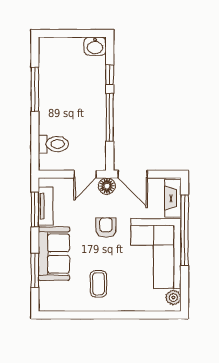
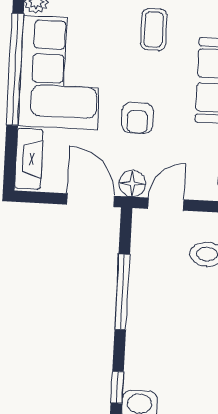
window: (110, 75) -> (117, 387), moved
window: (185, 230) -> (15, 69), moved

